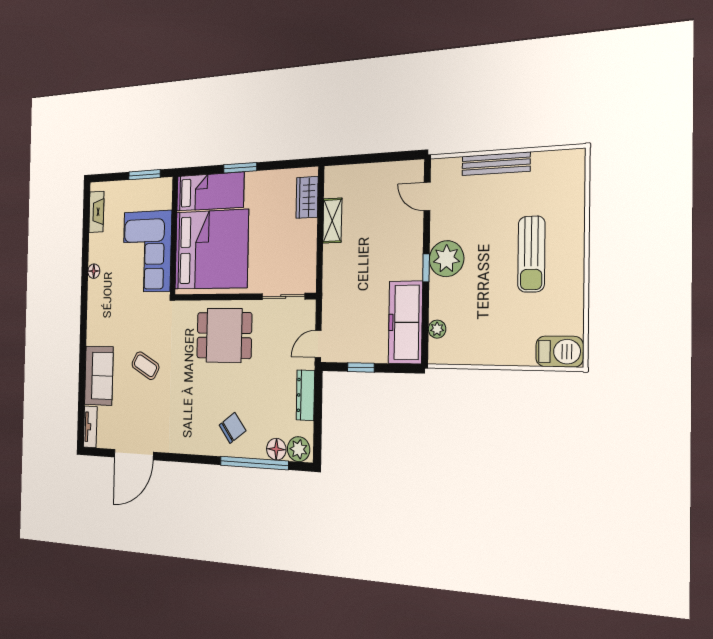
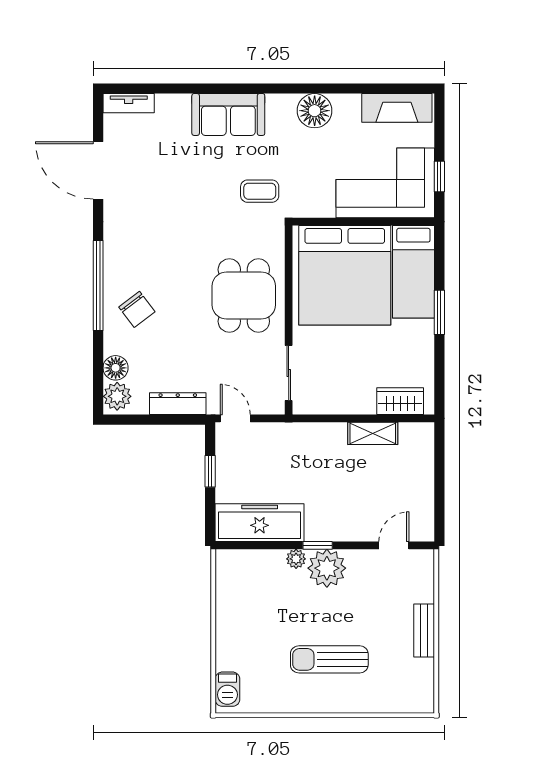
bench: (496, 164) -> (424, 631), width x0.73
window: (144, 175) -> (439, 176), width x0.67
fireplace: (96, 212) -> (397, 108), width x1.37, depth x1.32
corner sofa: (147, 251) -> (385, 183), moved
floor lamp: (94, 271) -> (315, 111), width x1.89, depth x1.89
plant: (437, 329) -> (296, 559), moved
barbecue: (559, 352) -> (227, 689), width x0.73, depth x0.79
coffee table: (145, 366) -> (260, 191), moved, turned 61
sofa: (99, 376) -> (228, 114), moved
window: (254, 463) -> (98, 285), moved

